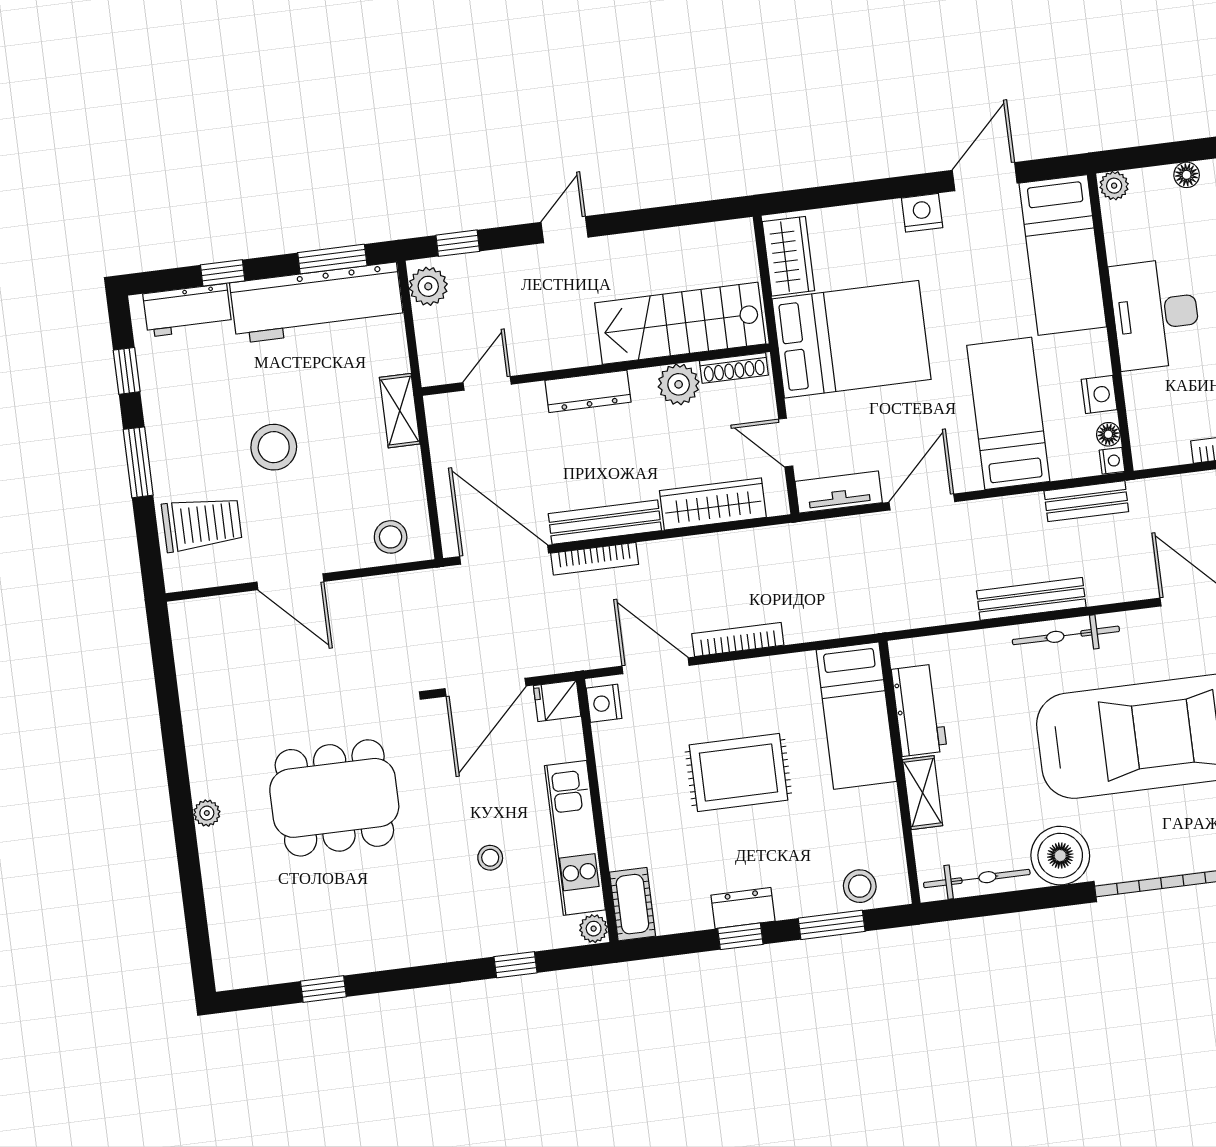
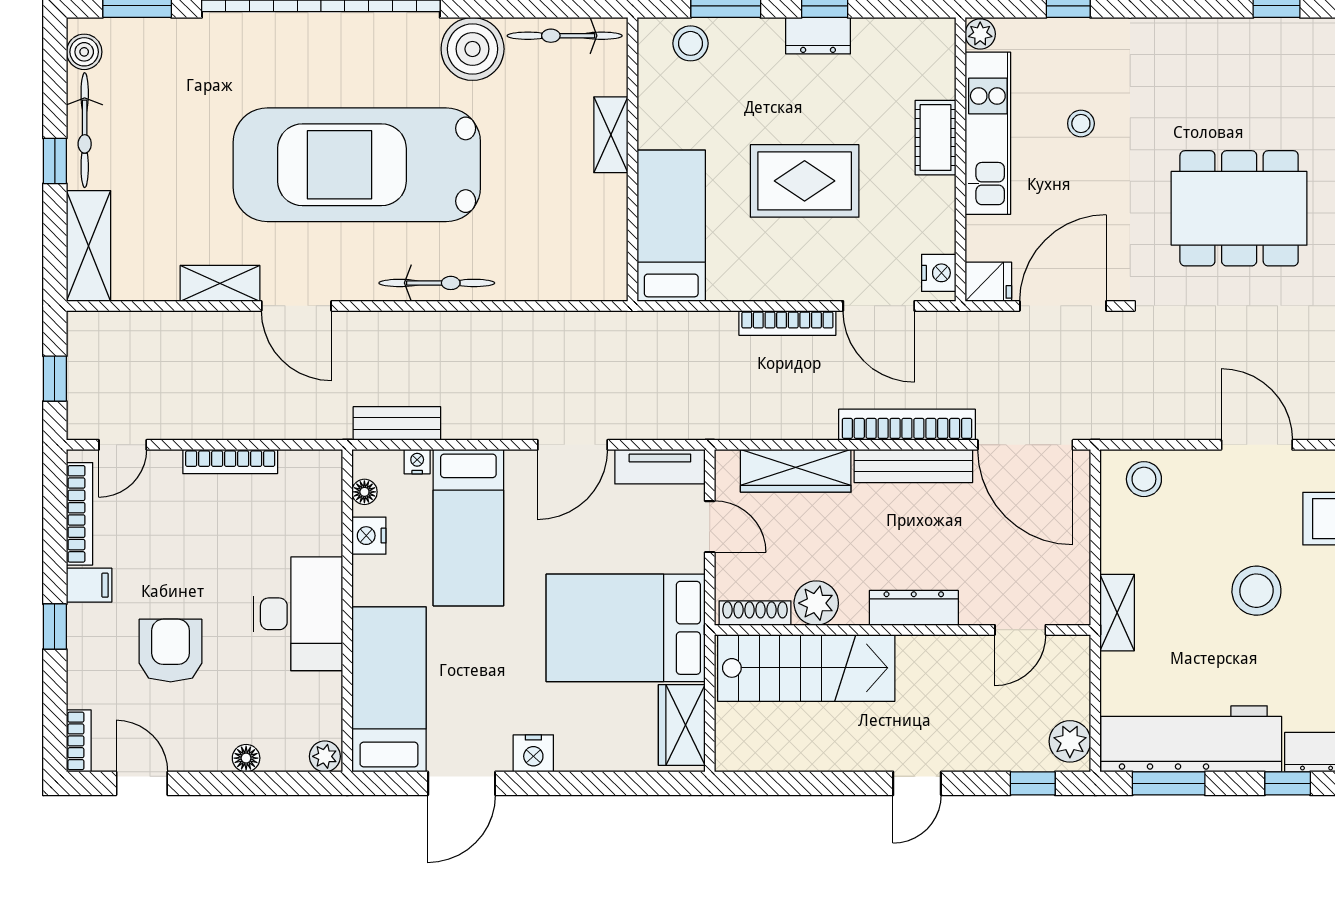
nightstand: (1112, 461) -> (417, 462), moved, turned 90
bookcase: (595, 559) -> (907, 425), width x1.48, depth x1.31
bench: (1031, 599) -> (469, 327), removed
workbench: (919, 710) -> (603, 223), removed
cot: (632, 904) -> (935, 138), moved

